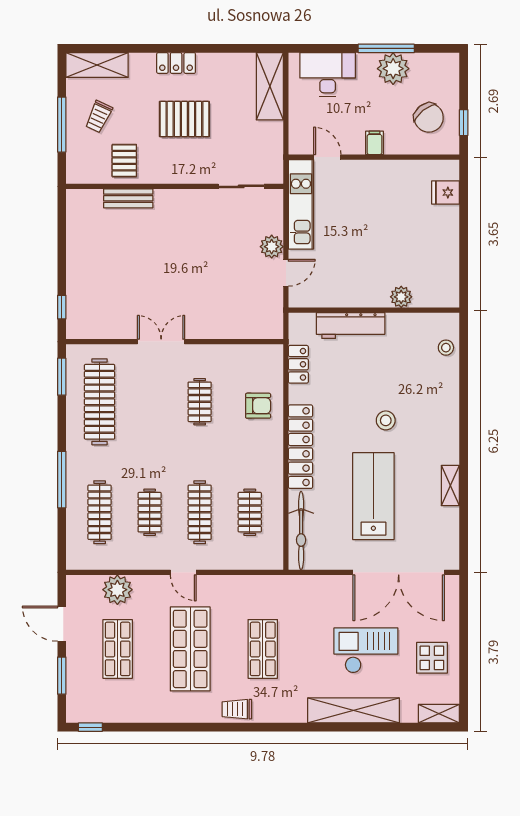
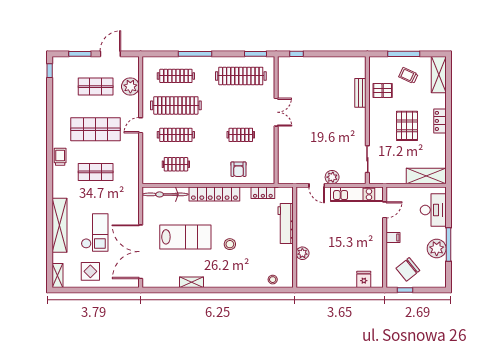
clothes rail: (150, 512) -> (176, 105), width x1.86, depth x1.31

